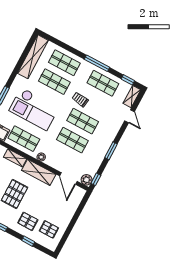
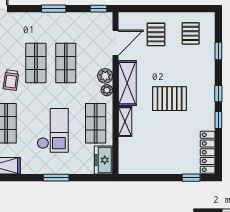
checkout: (34, 109) -> (53, 130), width x0.73, depth x0.83
plant: (87, 180) -> (105, 76), moved
pallet: (28, 221) -> (156, 34), moved

